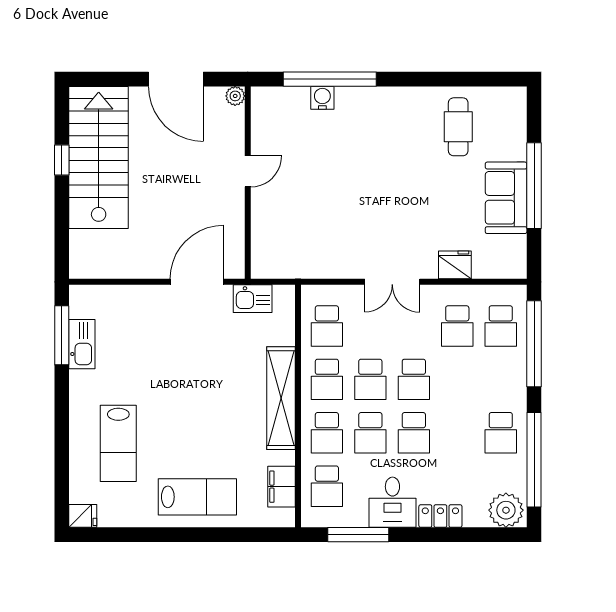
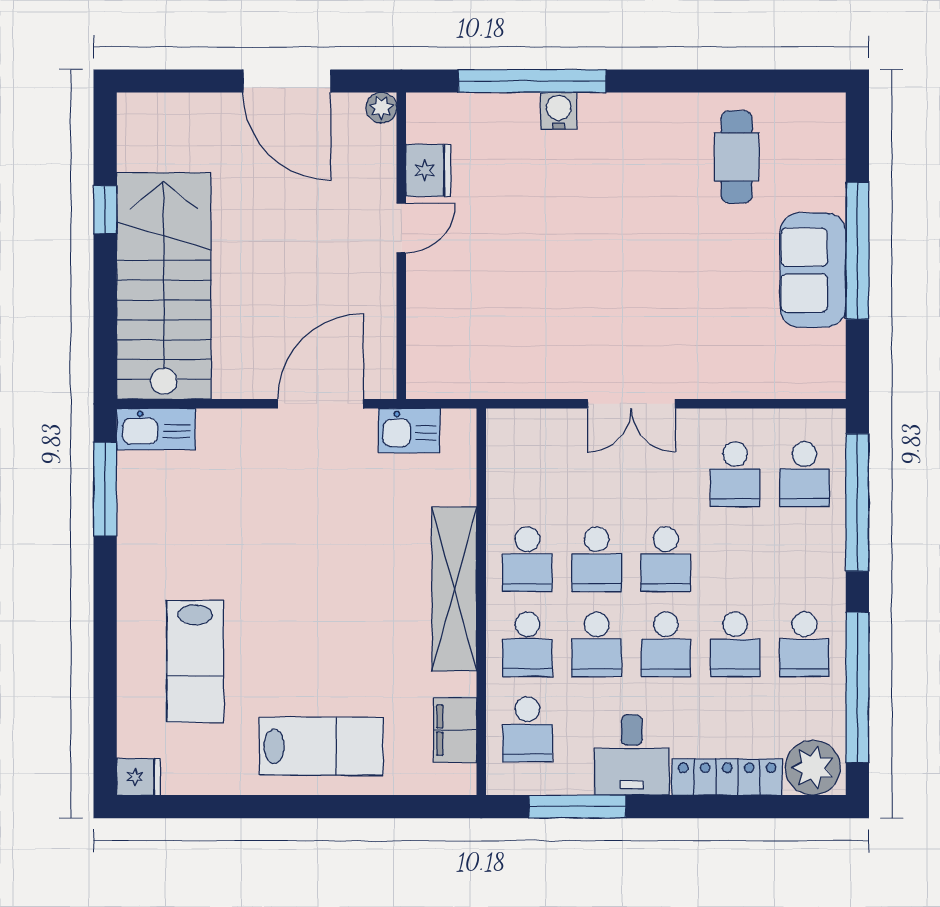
water cooler: (322, 98) -> (559, 111), moved
stairs: (99, 157) -> (164, 286), moved
fridge: (455, 265) -> (428, 170), moved, turned 90
school desk: (327, 326) -> (735, 644), moved
kitchen sink: (82, 344) -> (156, 429), moved, turned 90
locker: (440, 516) -> (727, 777), width x1.53

